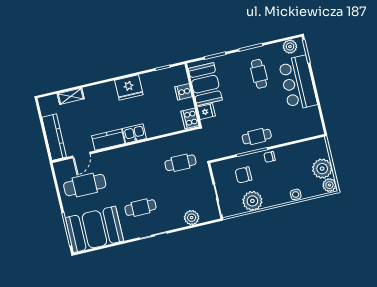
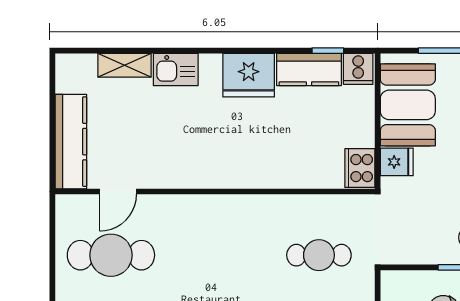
cooker: (184, 92) -> (358, 69), moved, turned -90
kitchen sink: (134, 133) -> (176, 69), moved, turned 180
kitchen counter: (108, 140) -> (309, 69), moved, turned 180

